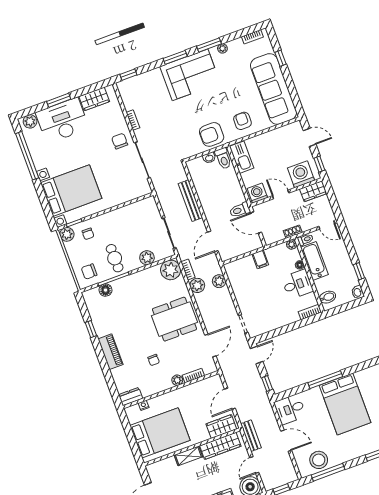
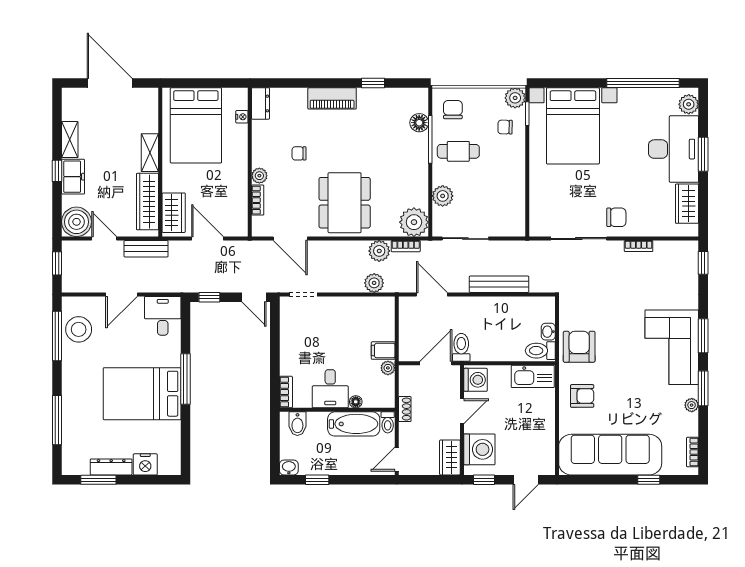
plant: (292, 244) -> (388, 368), moved

